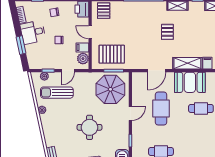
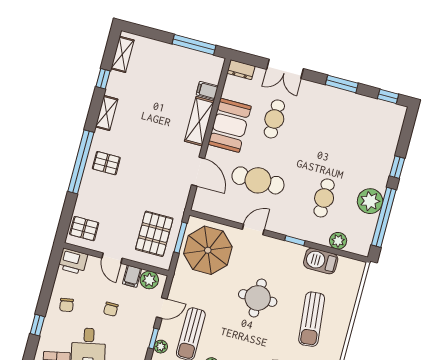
door: (90, 32) -> (112, 258), hinge flipped
pallet: (167, 32) -> (106, 163), moved
door: (68, 71) -> (162, 308), hinge flipped
door: (130, 114) -> (253, 229), hinge flipped

